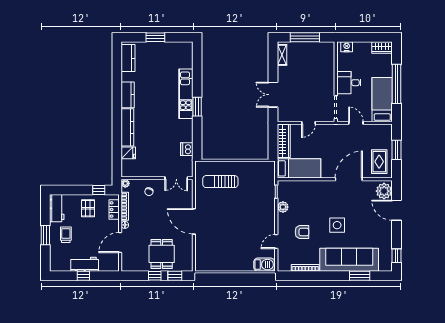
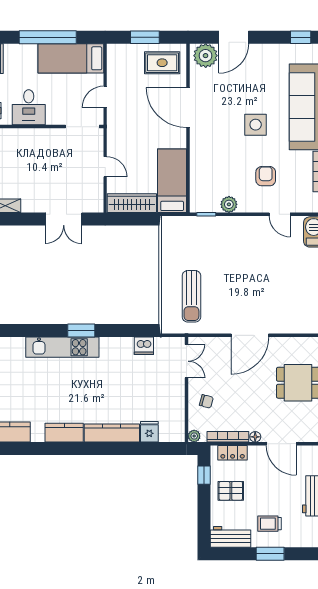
desk: (349, 83) -> (29, 107), moved

